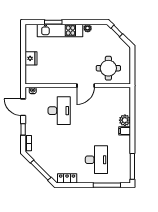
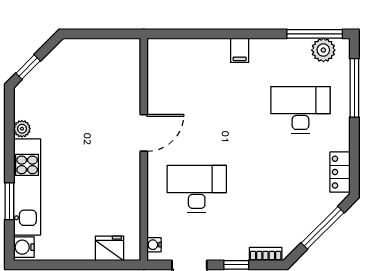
water cooler: (32, 29) -> (24, 247), added
fridge: (31, 58) -> (110, 248), moved
round table: (108, 68) -> (107, 85), removed
door: (86, 86) -> (144, 133), hinge flipped
plant: (125, 120) -> (323, 50), moved

